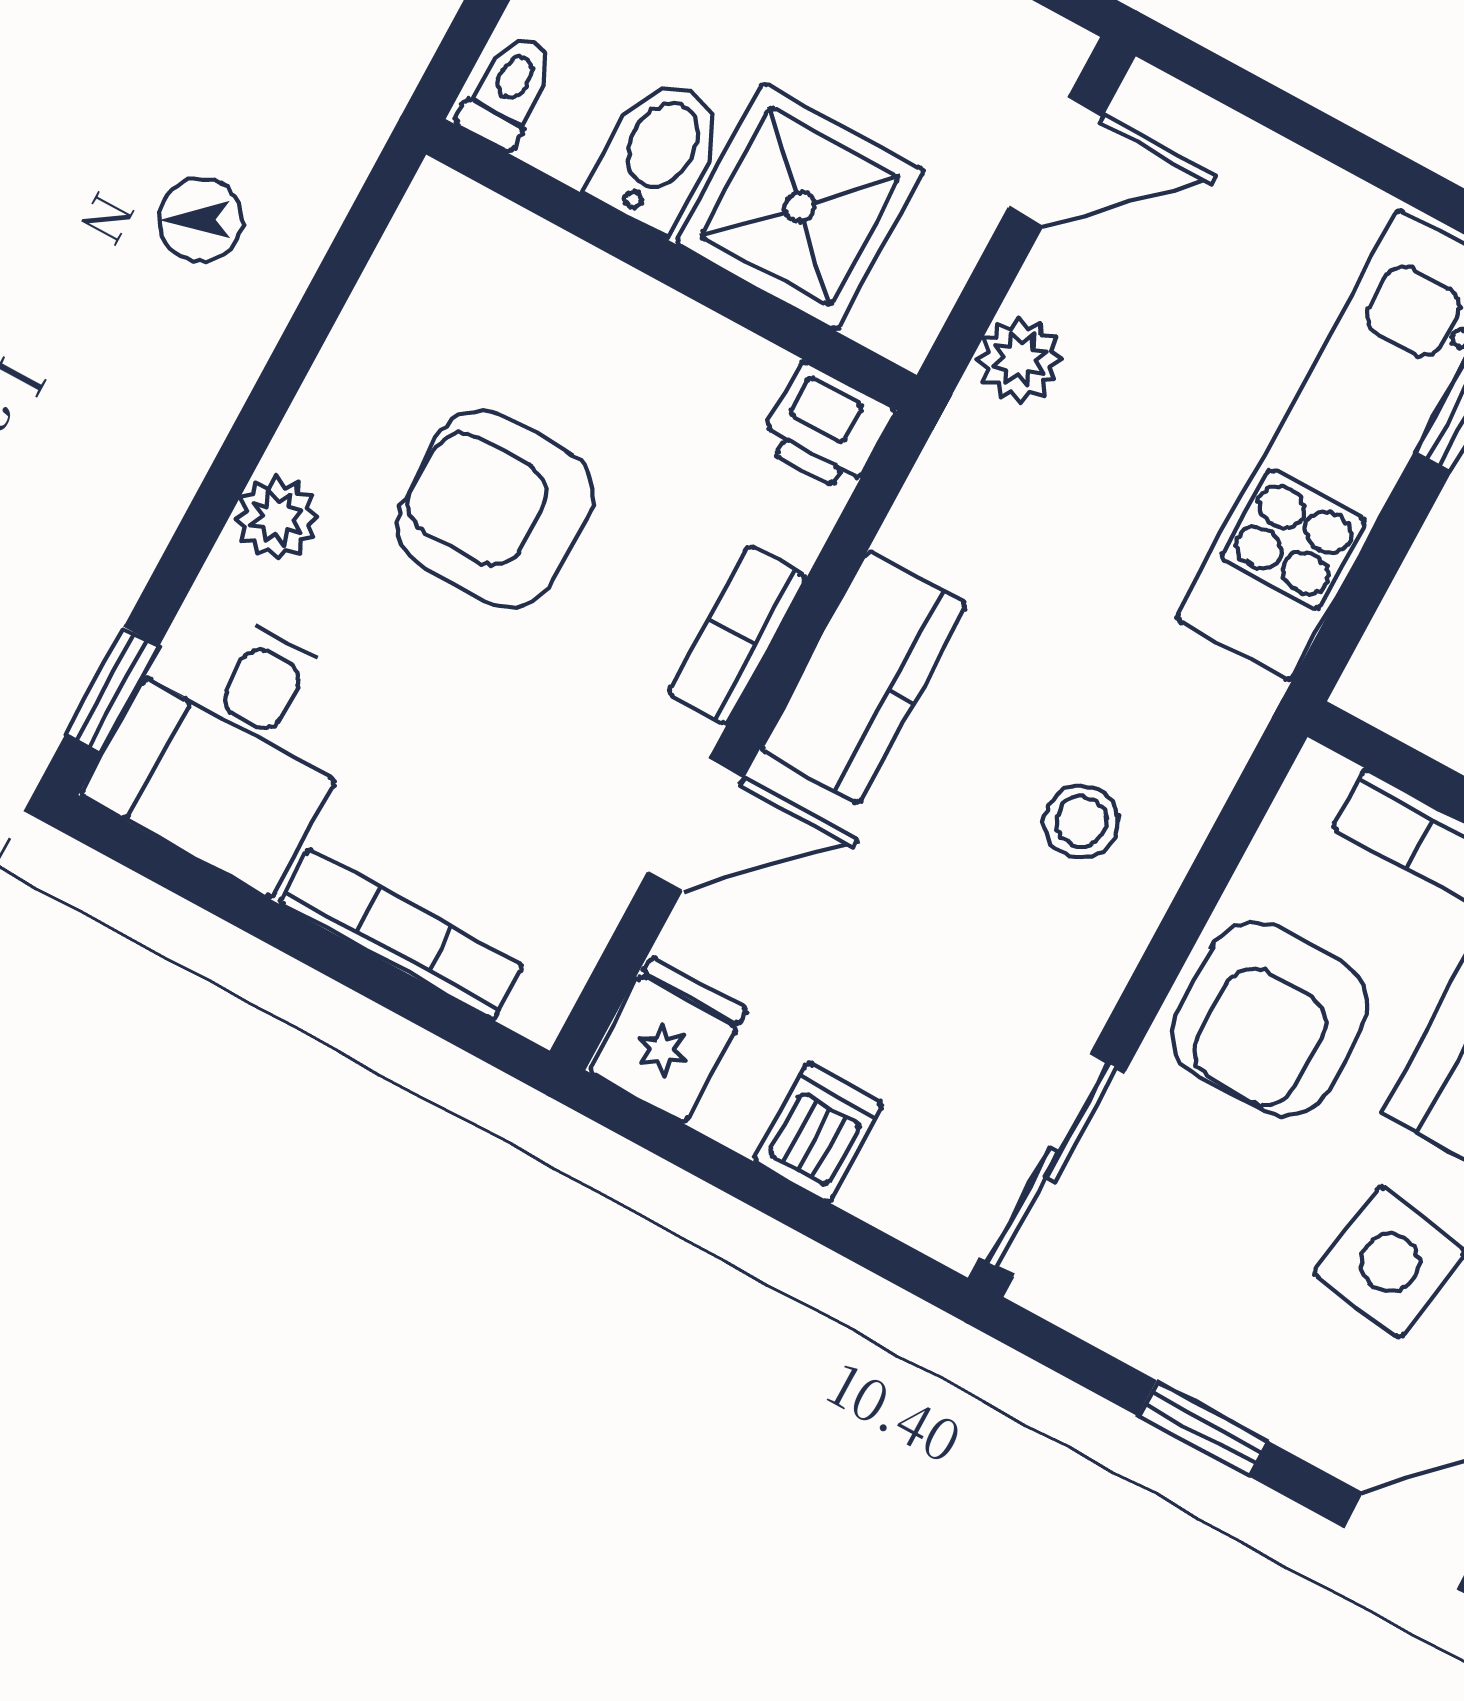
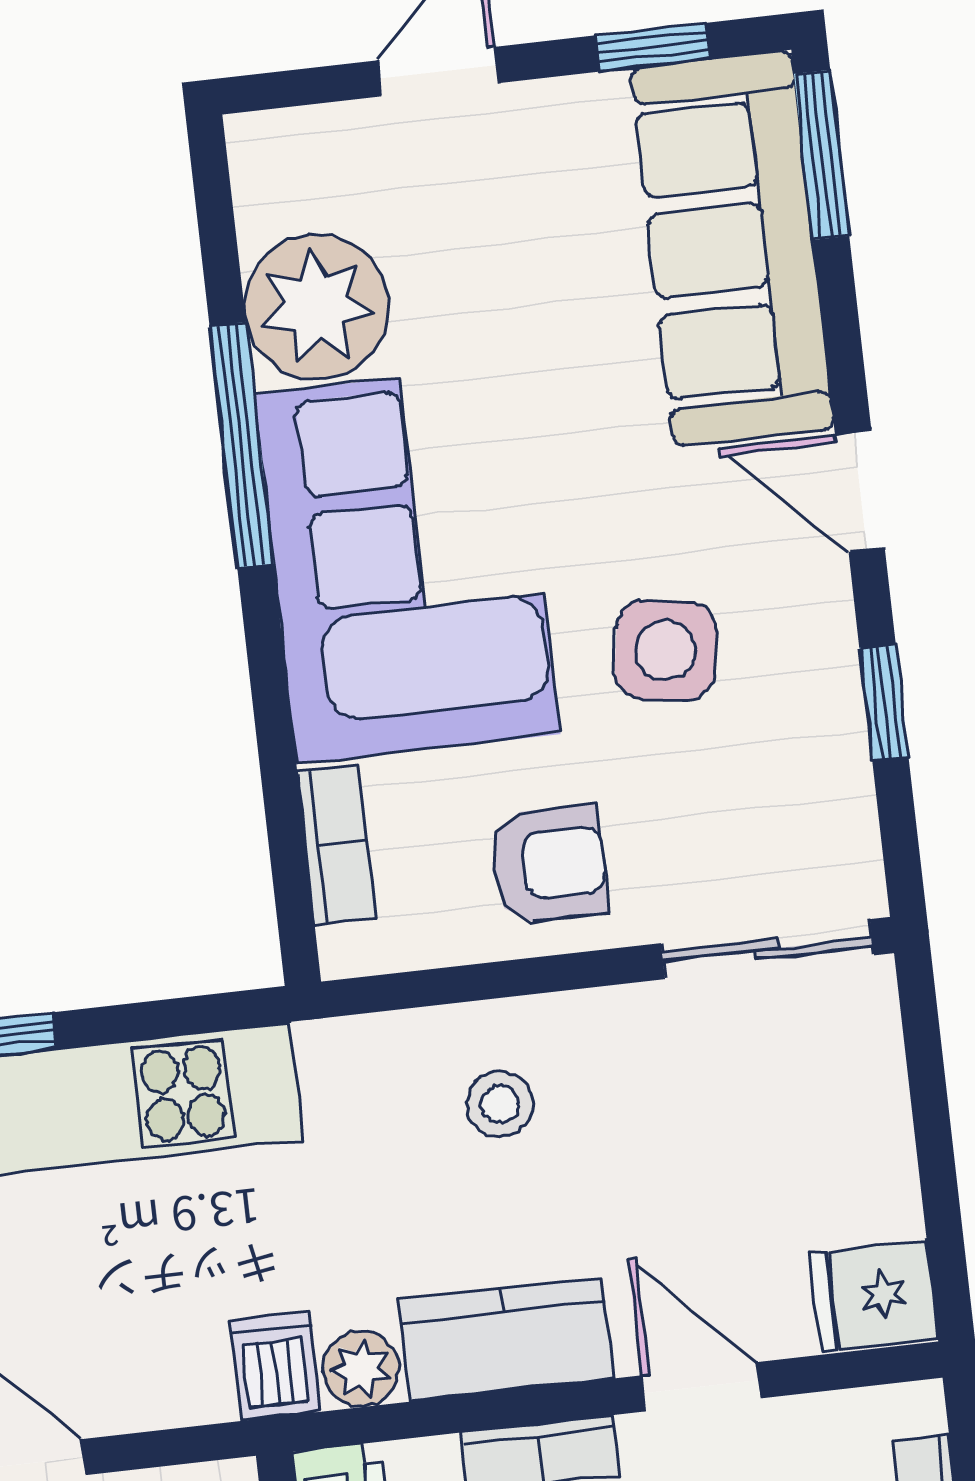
plant: (1020, 360) -> (361, 1369), moved
armchair: (1269, 1019) -> (548, 864), width x0.72, depth x0.72
dishwasher: (818, 1132) -> (275, 1366), moved, turned 90

